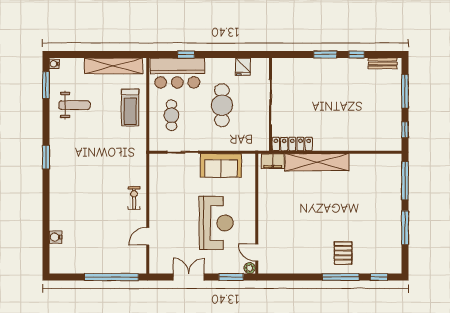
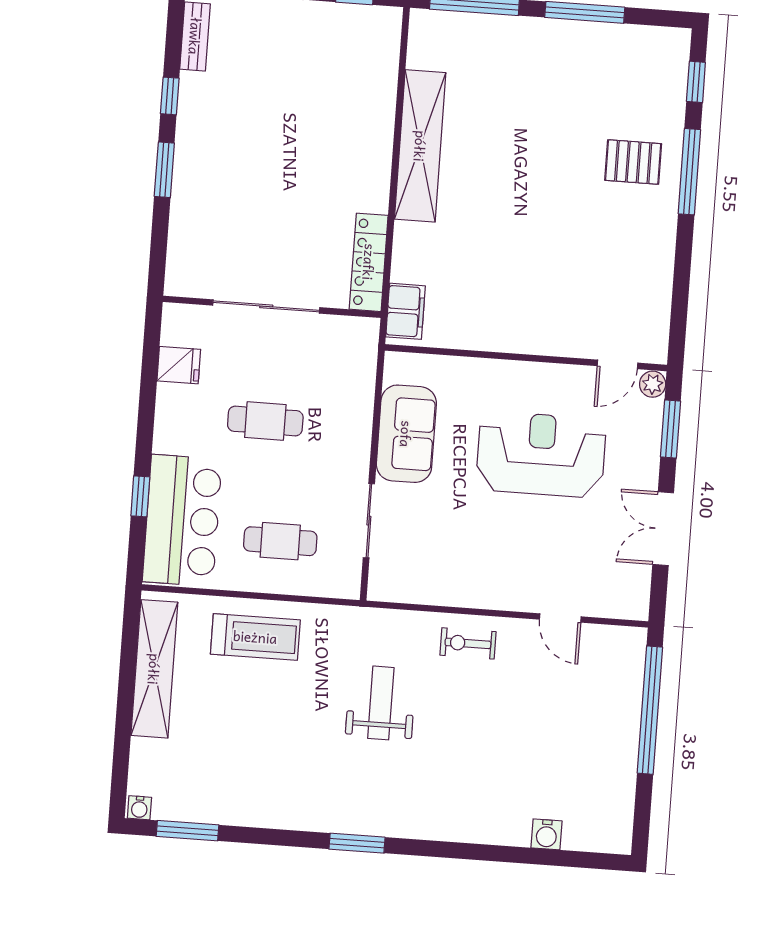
weight bench: (74, 105) -> (381, 703), moved
cafe table: (222, 105) -> (265, 421), width x0.73, depth x0.74
shelving: (317, 162) -> (420, 146), moved

